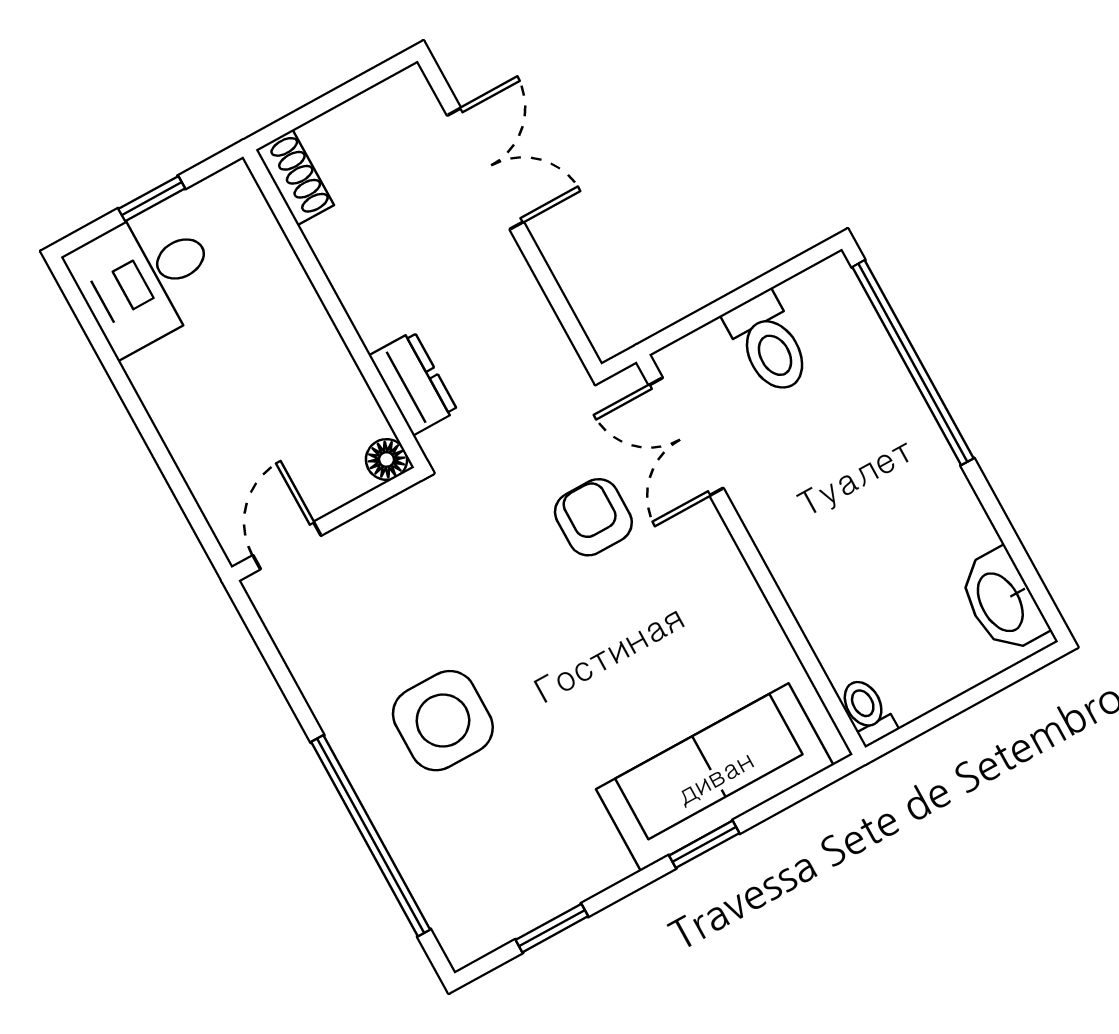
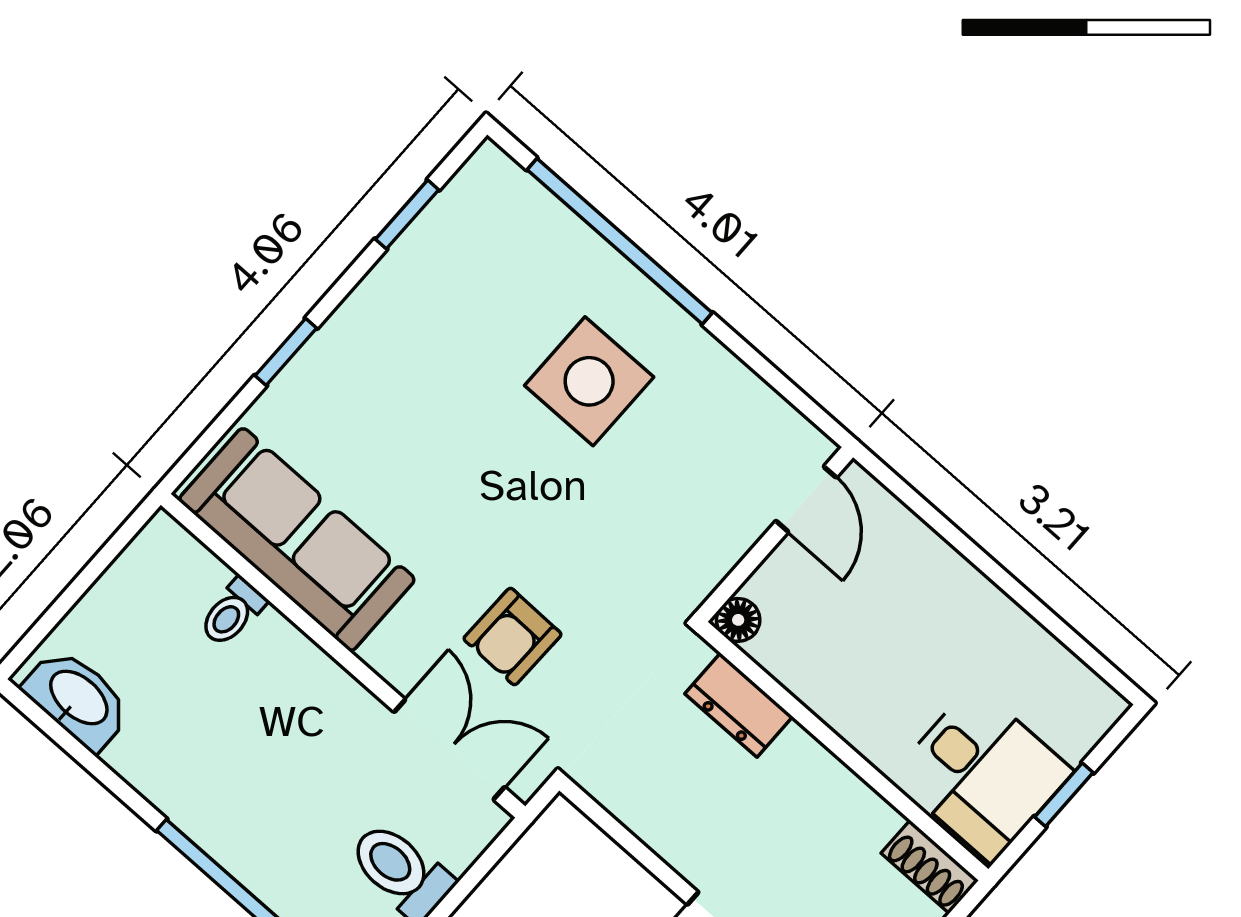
desk: (146, 278) -> (982, 773), moved, turned 90
armchair: (593, 517) -> (512, 637), turned 91
toilet: (867, 711) -> (232, 612), moved, turned 90
sofa: (715, 777) -> (297, 540), moved, turned -90

